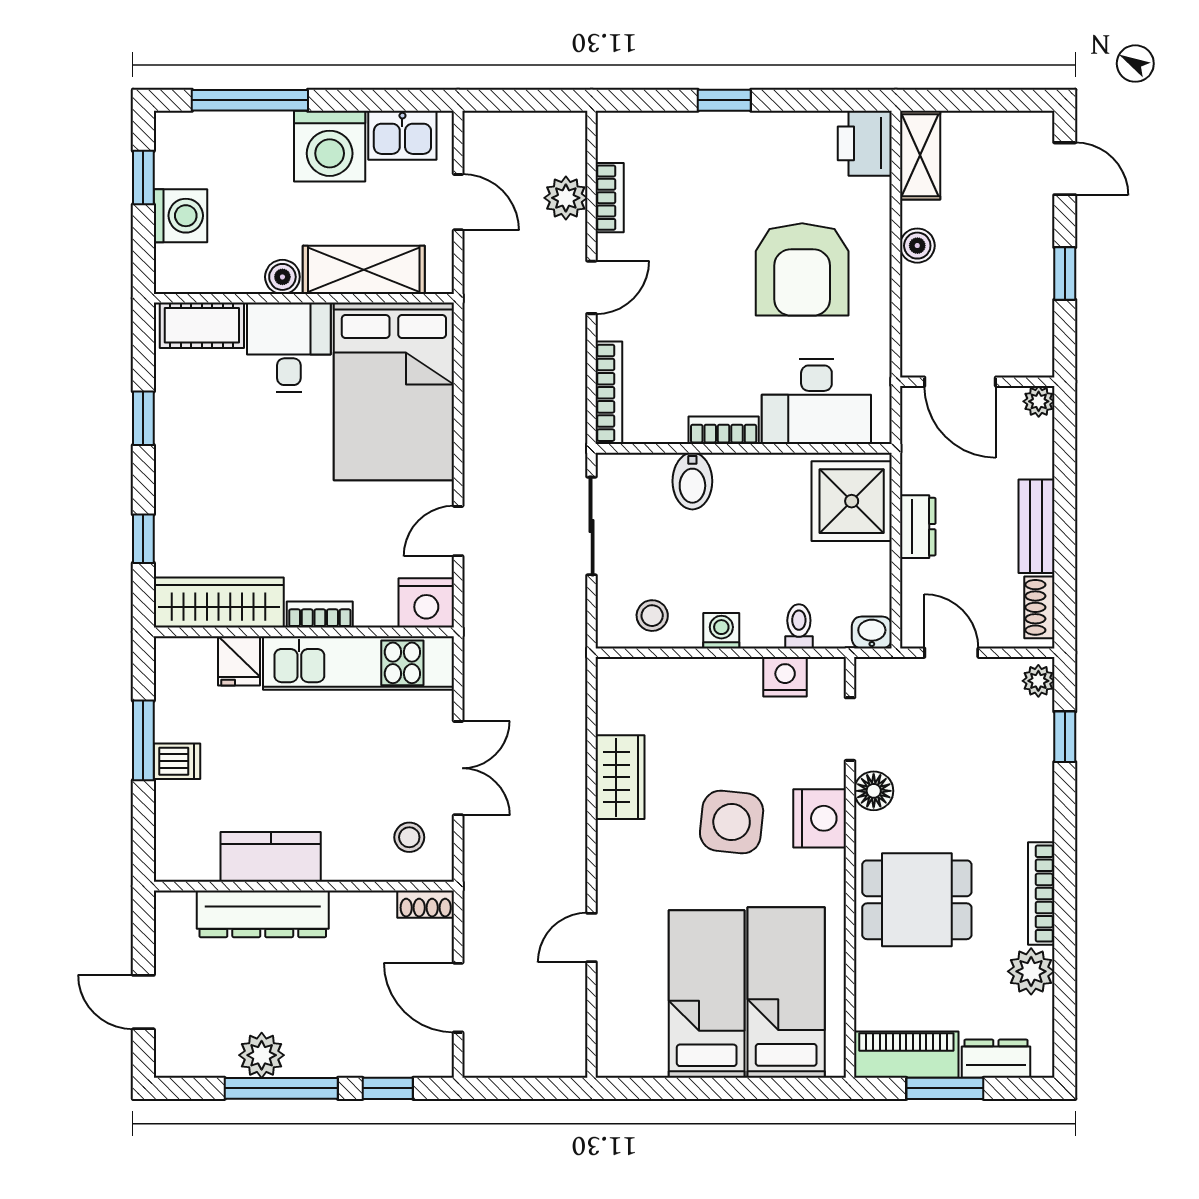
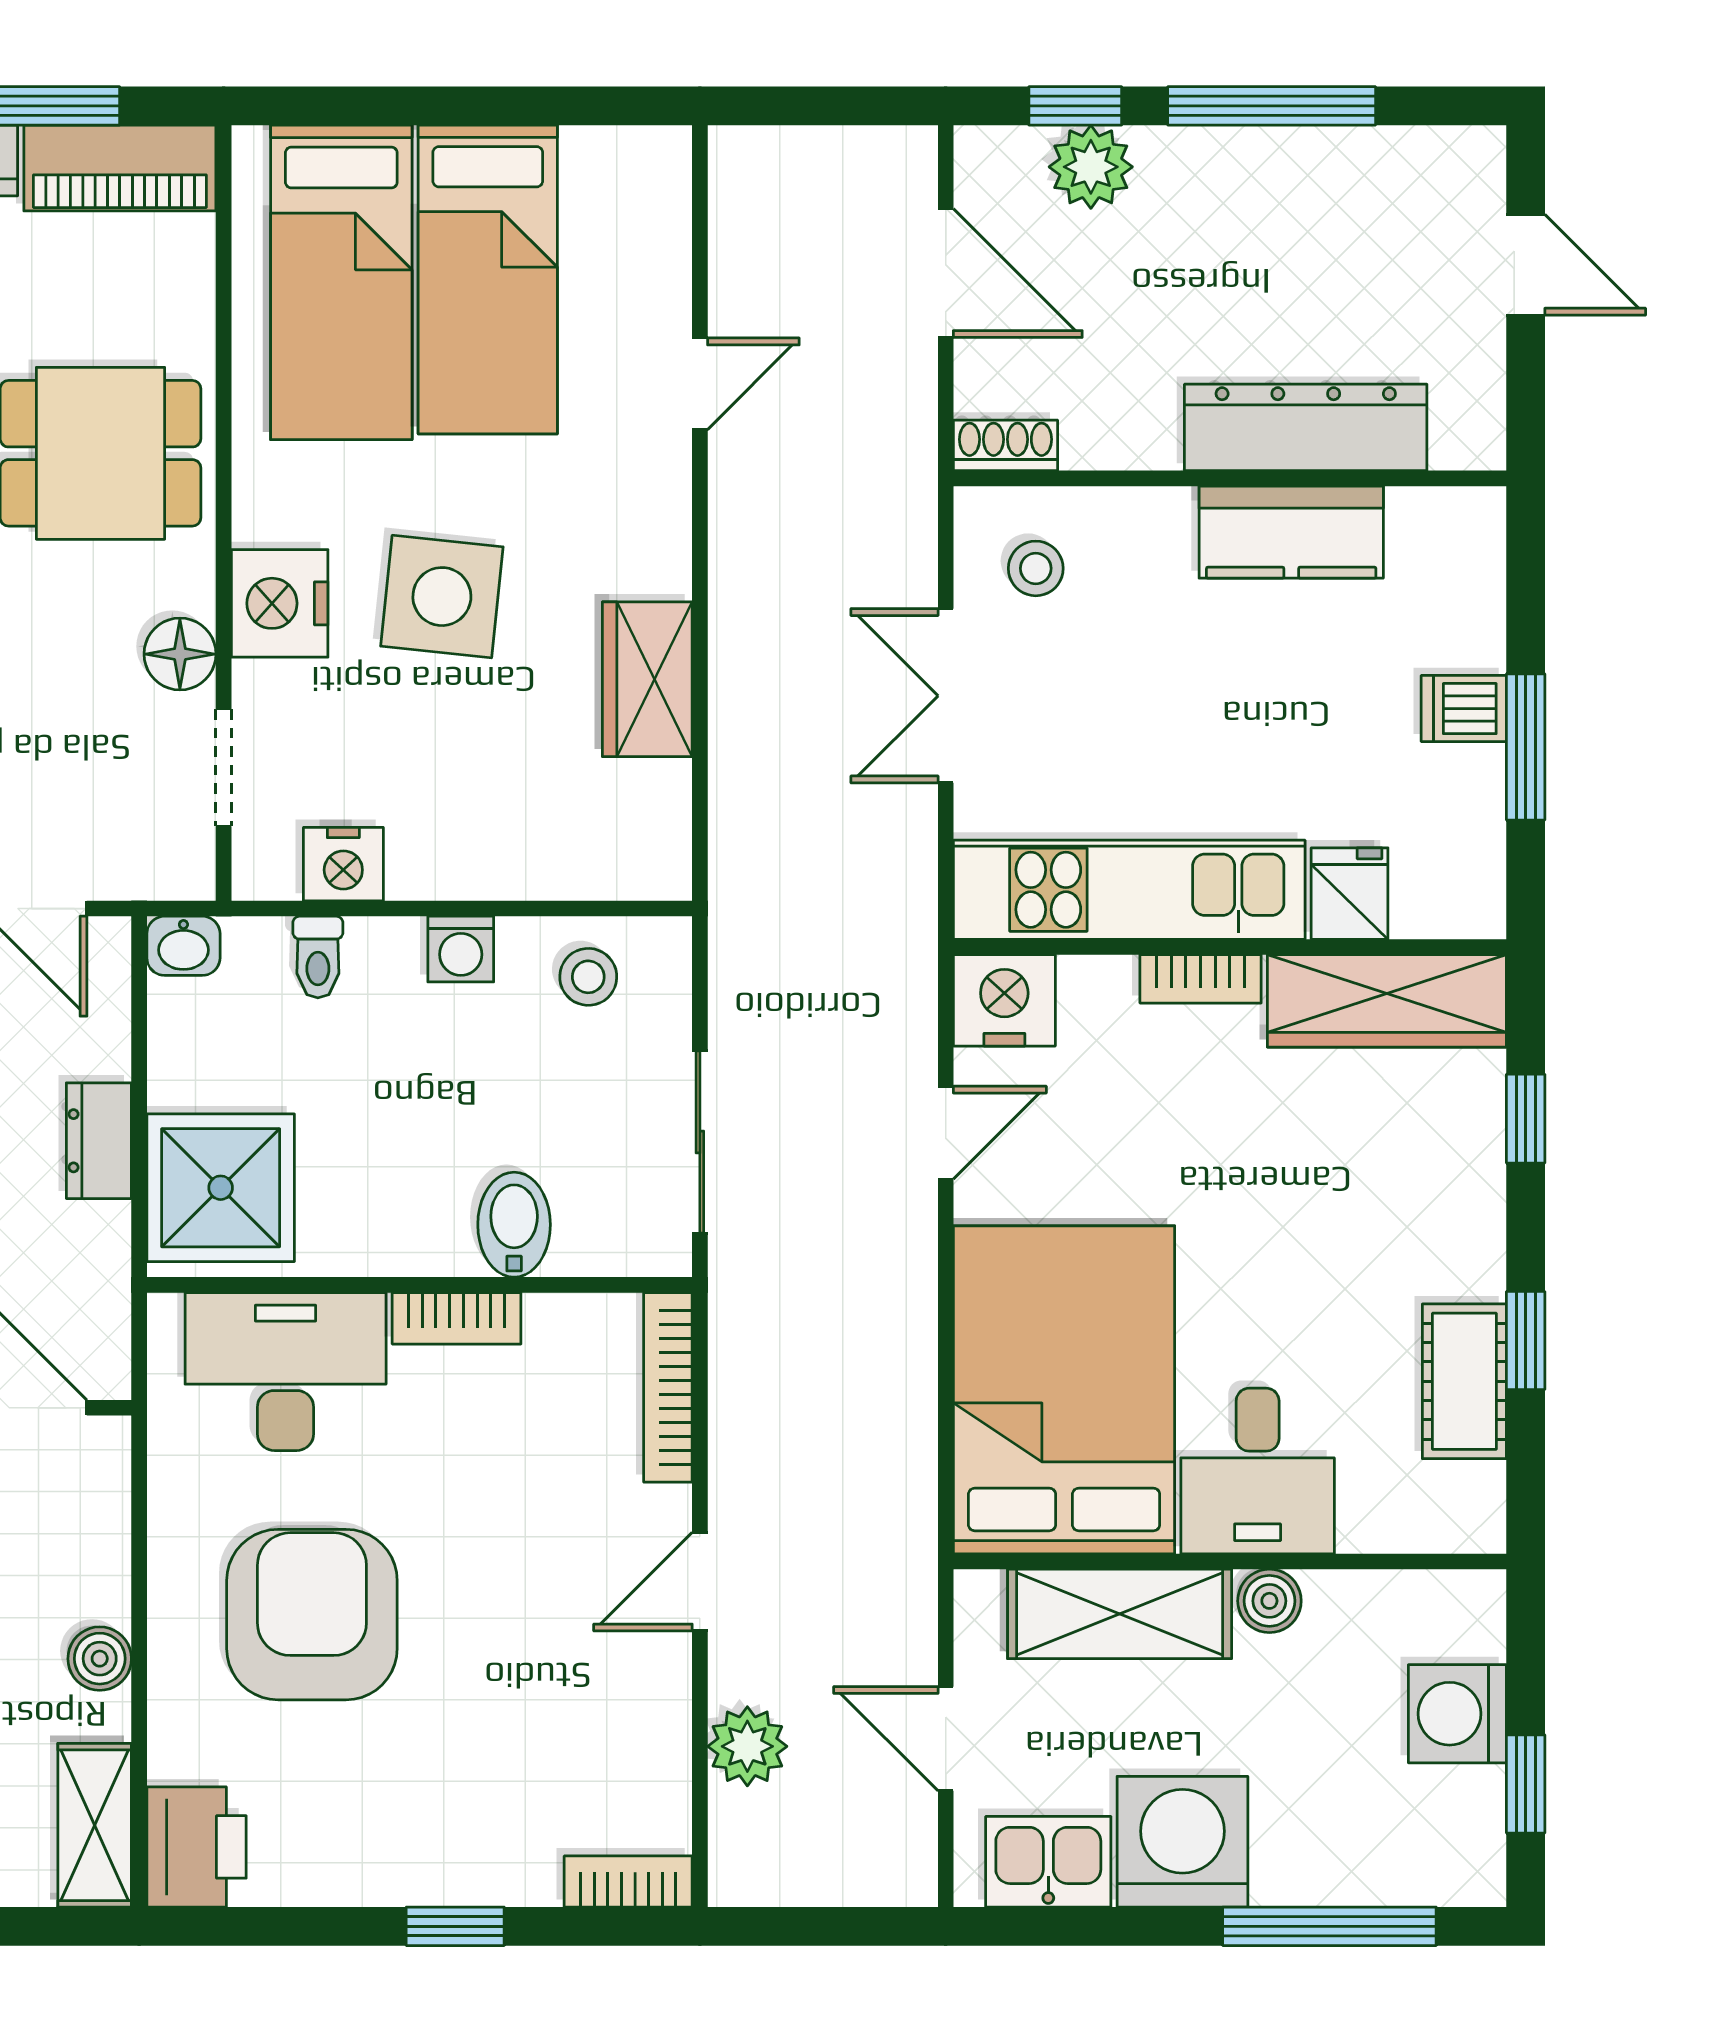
bookcase: (610, 198) -> (628, 1881), moved, turned 90
cot: (202, 325) -> (1464, 1381), moved, turned 90
plant: (262, 1055) -> (1091, 167), moved

